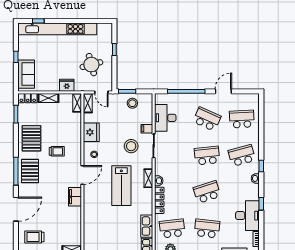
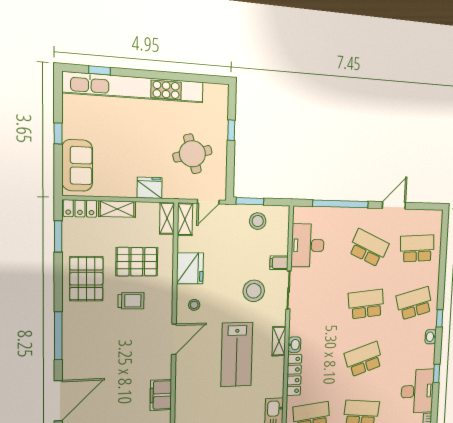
door: (101, 92) -> (208, 202), hinge flipped
pallet: (30, 171) -> (137, 262), moved, turned 90
filing cabinet: (75, 197) -> (161, 395), moved

